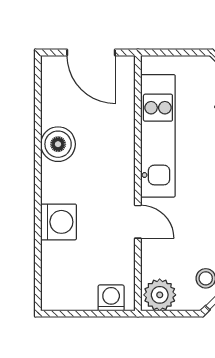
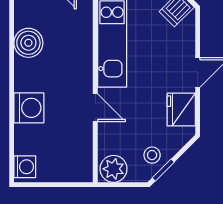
washing machine: (111, 298) -> (25, 167), moved, turned 90

